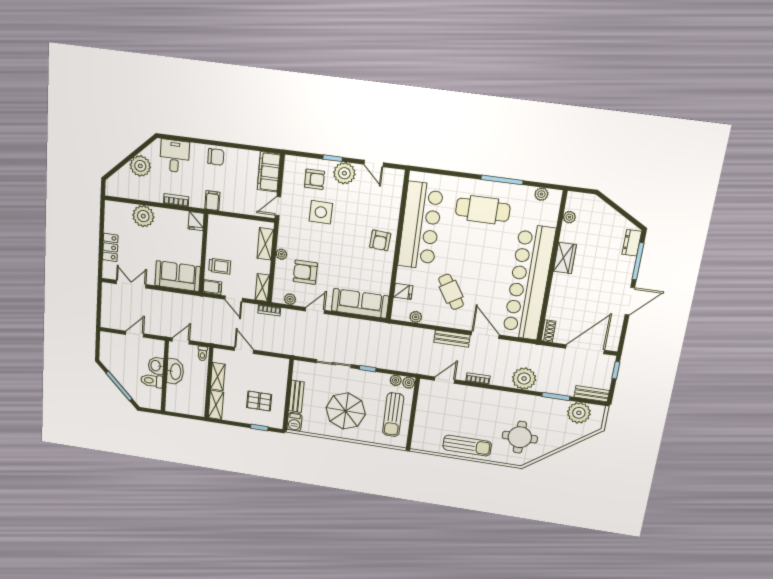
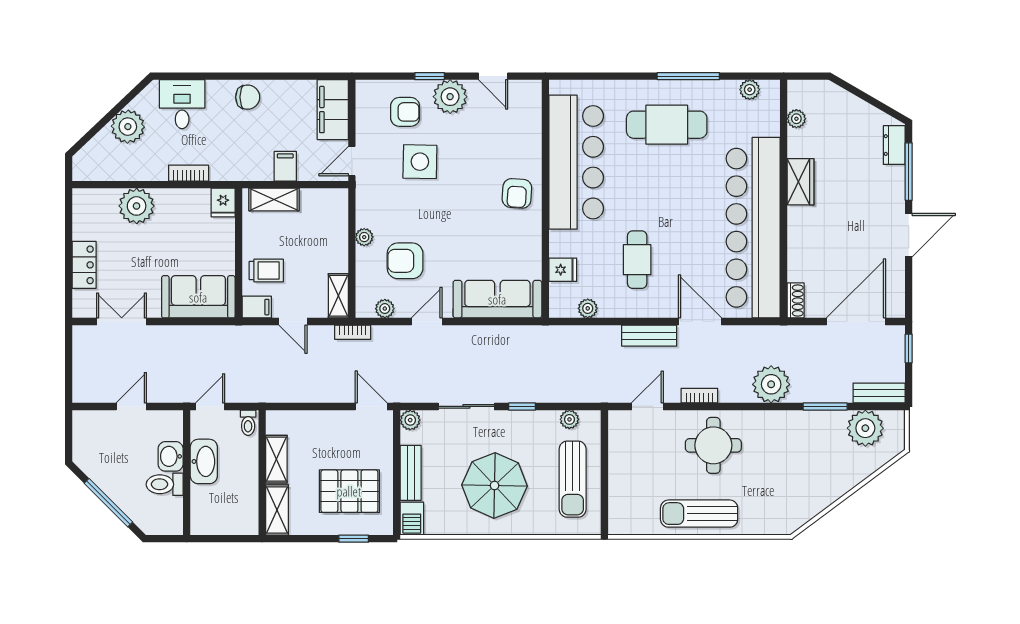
filing cabinet: (212, 201) -> (285, 166), moved
shelving: (265, 244) -> (274, 200), moved, turned 90
cafe table: (451, 292) -> (637, 260), turned 32
door: (244, 350) -> (371, 406), moved
plant: (409, 383) -> (410, 420), moved
pallet: (259, 401) -> (349, 491), width x1.50, depth x1.42
round table: (520, 437) -> (713, 445), moved
sun lounger: (467, 446) -> (699, 514), turned 180

